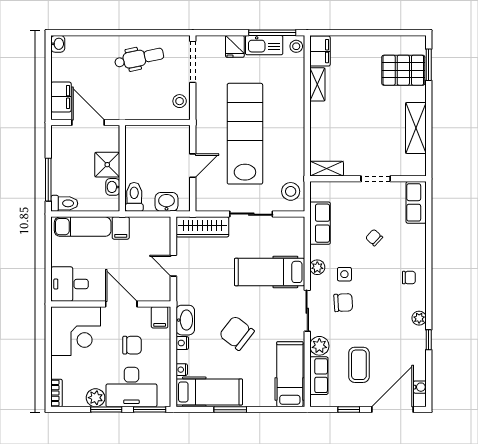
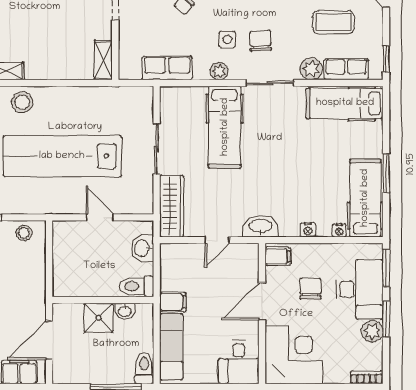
stool: (291, 191) -> (22, 102), moved
washbasin: (185, 320) -> (260, 226), moved
chair: (237, 333) -> (296, 166), removed
window: (349, 410) -> (386, 59), moved

